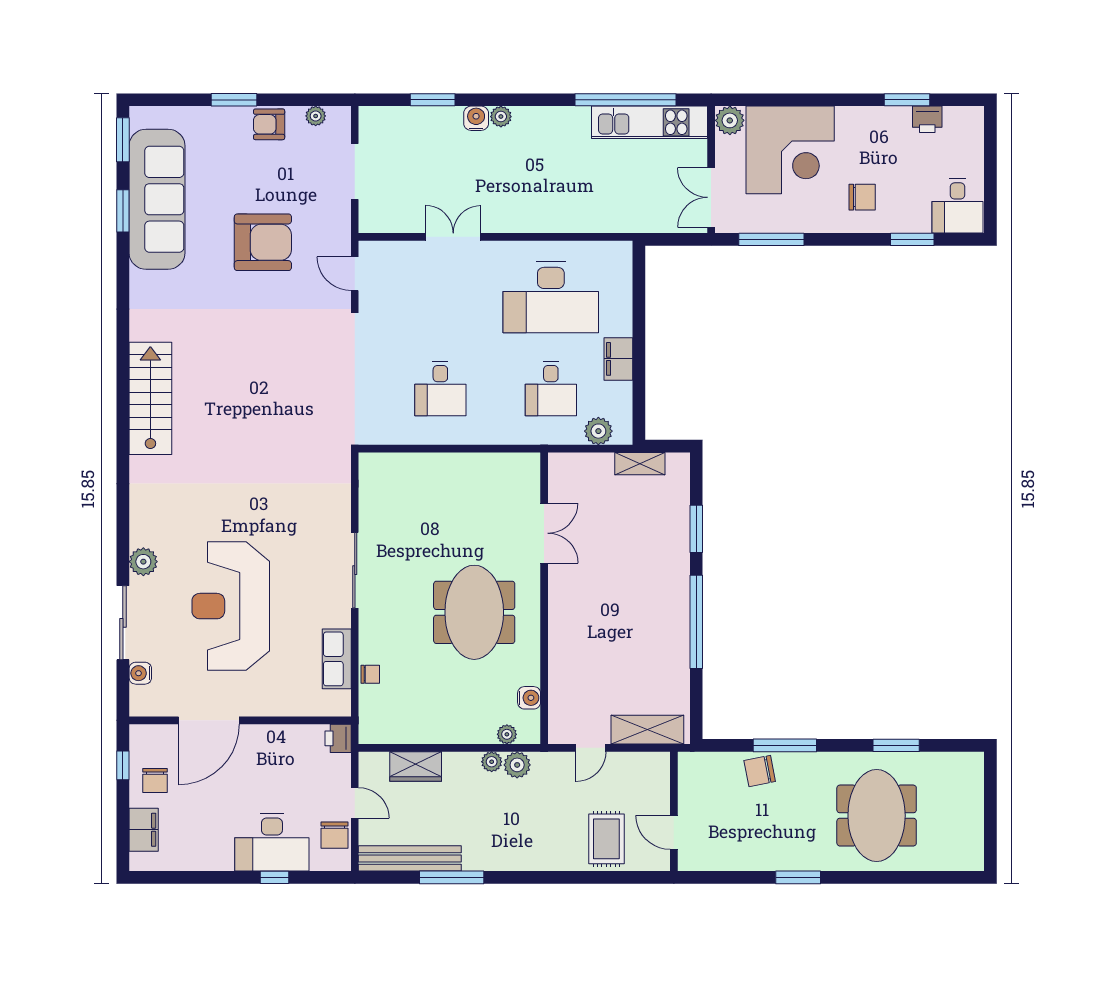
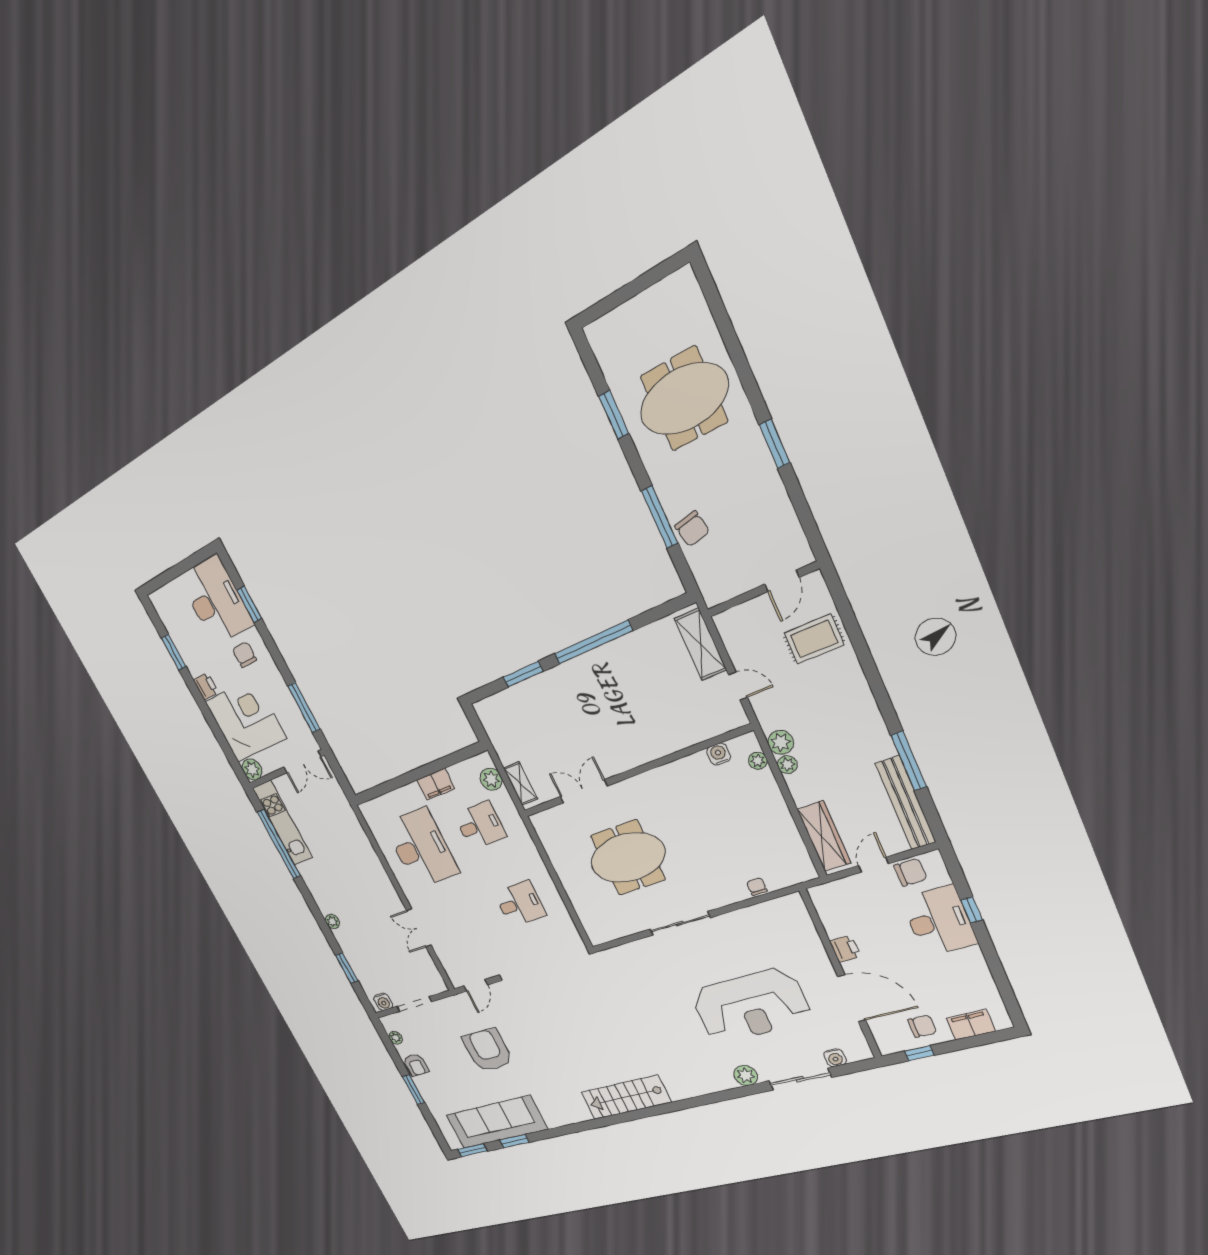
water cooler: (476, 118) -> (383, 1002), moved, turned -90
printer: (927, 119) -> (206, 686), moved
desk: (958, 206) -> (216, 601), width x1.87, depth x1.30
shelving: (640, 464) -> (520, 784), moved
meeting table: (474, 612) -> (628, 858), moved
row of seats: (337, 659) -> (756, 916), removed
printer: (338, 738) -> (845, 949), moved, turned -90
wardrobe: (416, 767) -> (824, 836), width x1.50

